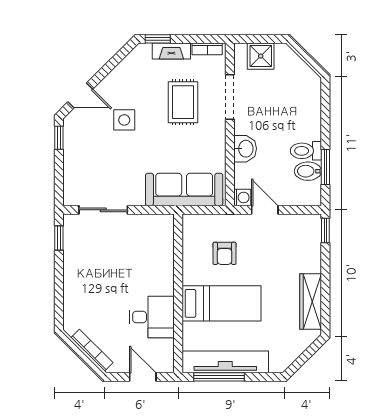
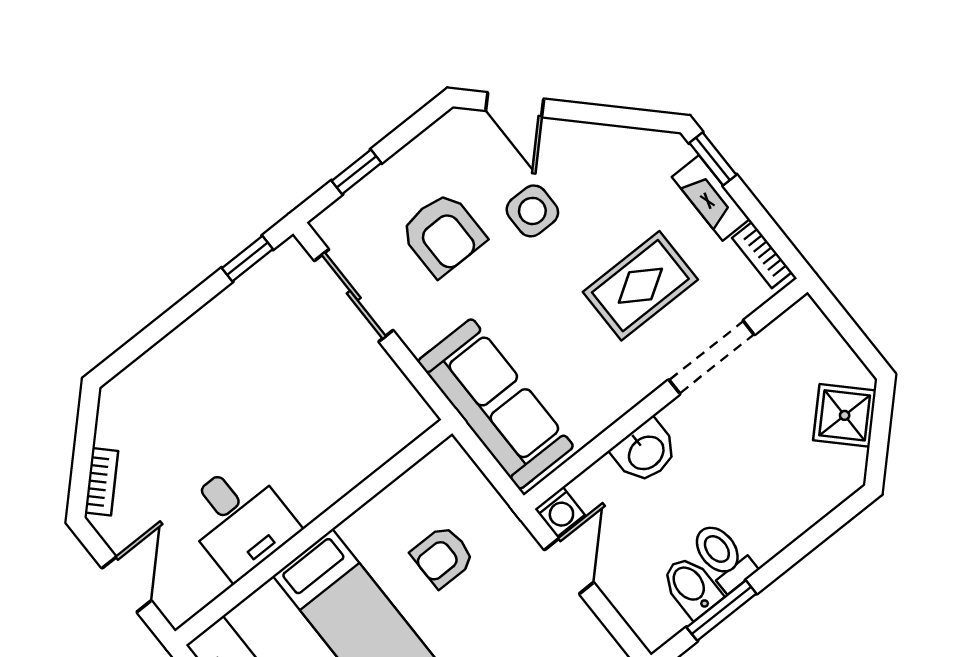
shower: (261, 56) -> (845, 415), moved, turned 45
window: (59, 138) -> (357, 172), moved
armchair: (107, 159) -> (443, 234), added
bookcase: (92, 350) -> (102, 482), width x0.64

